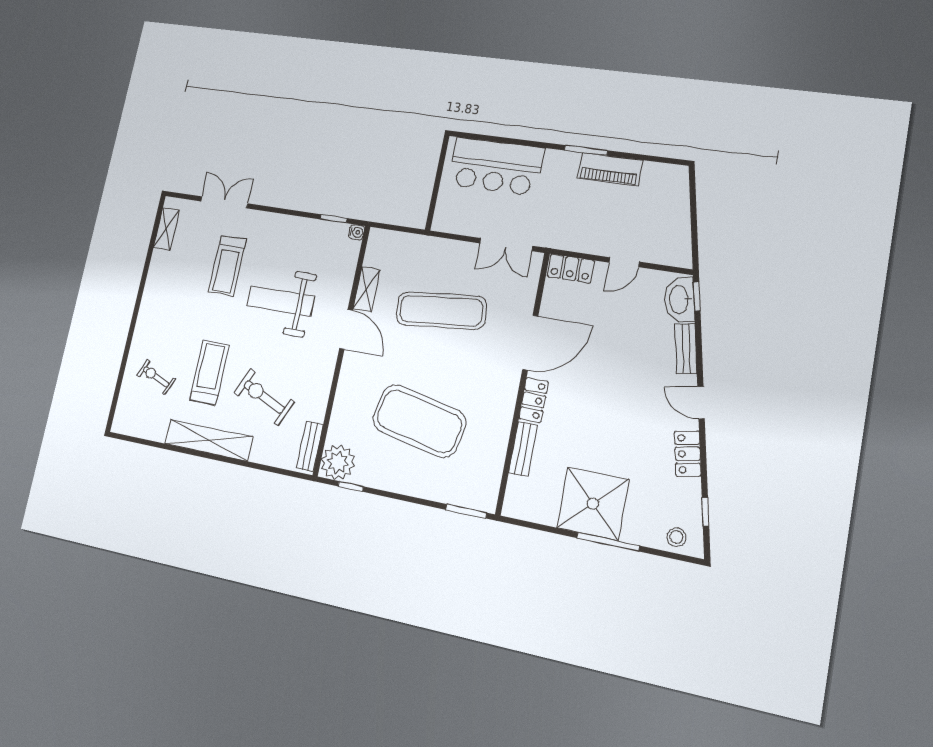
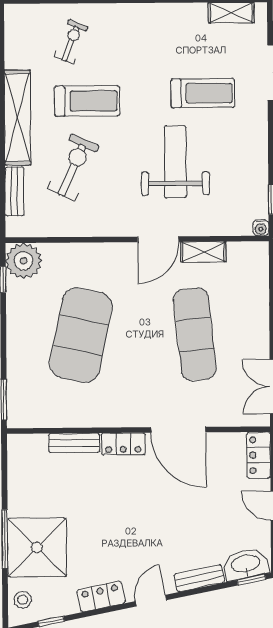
treadmill: (227, 266) -> (203, 93), turned 180
bench: (310, 446) -> (14, 191), moved, turned 90
shower: (593, 504) -> (37, 548), moved

